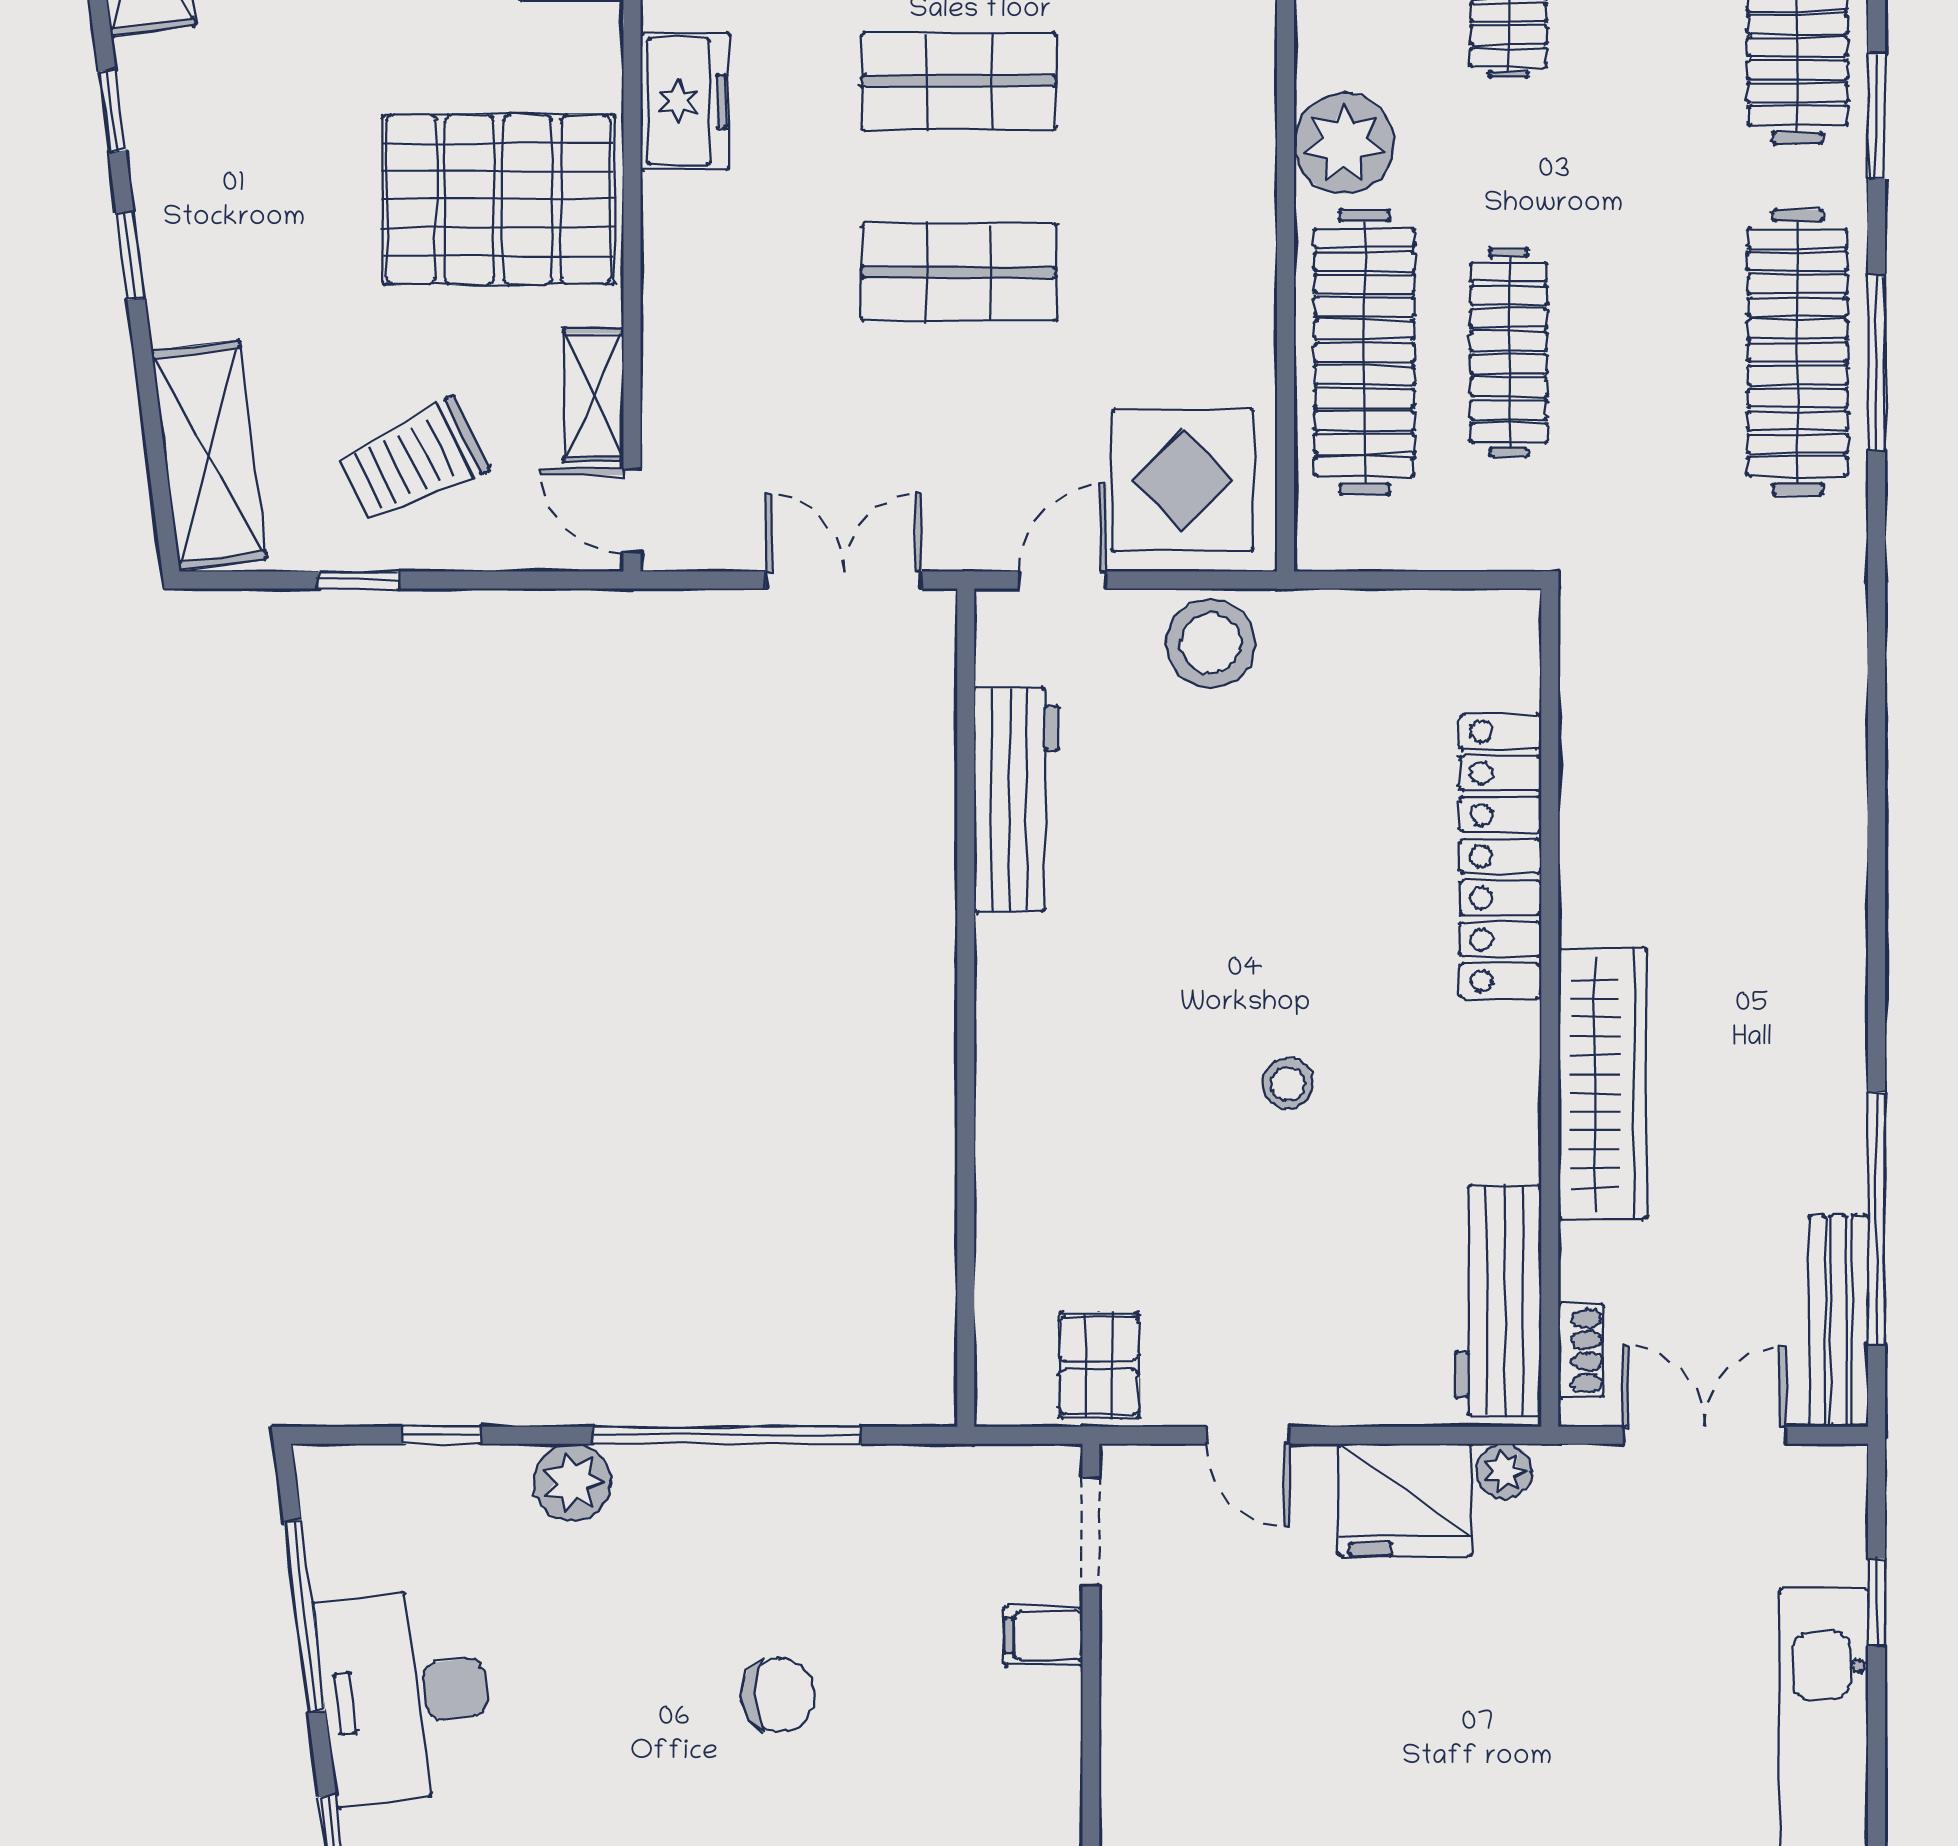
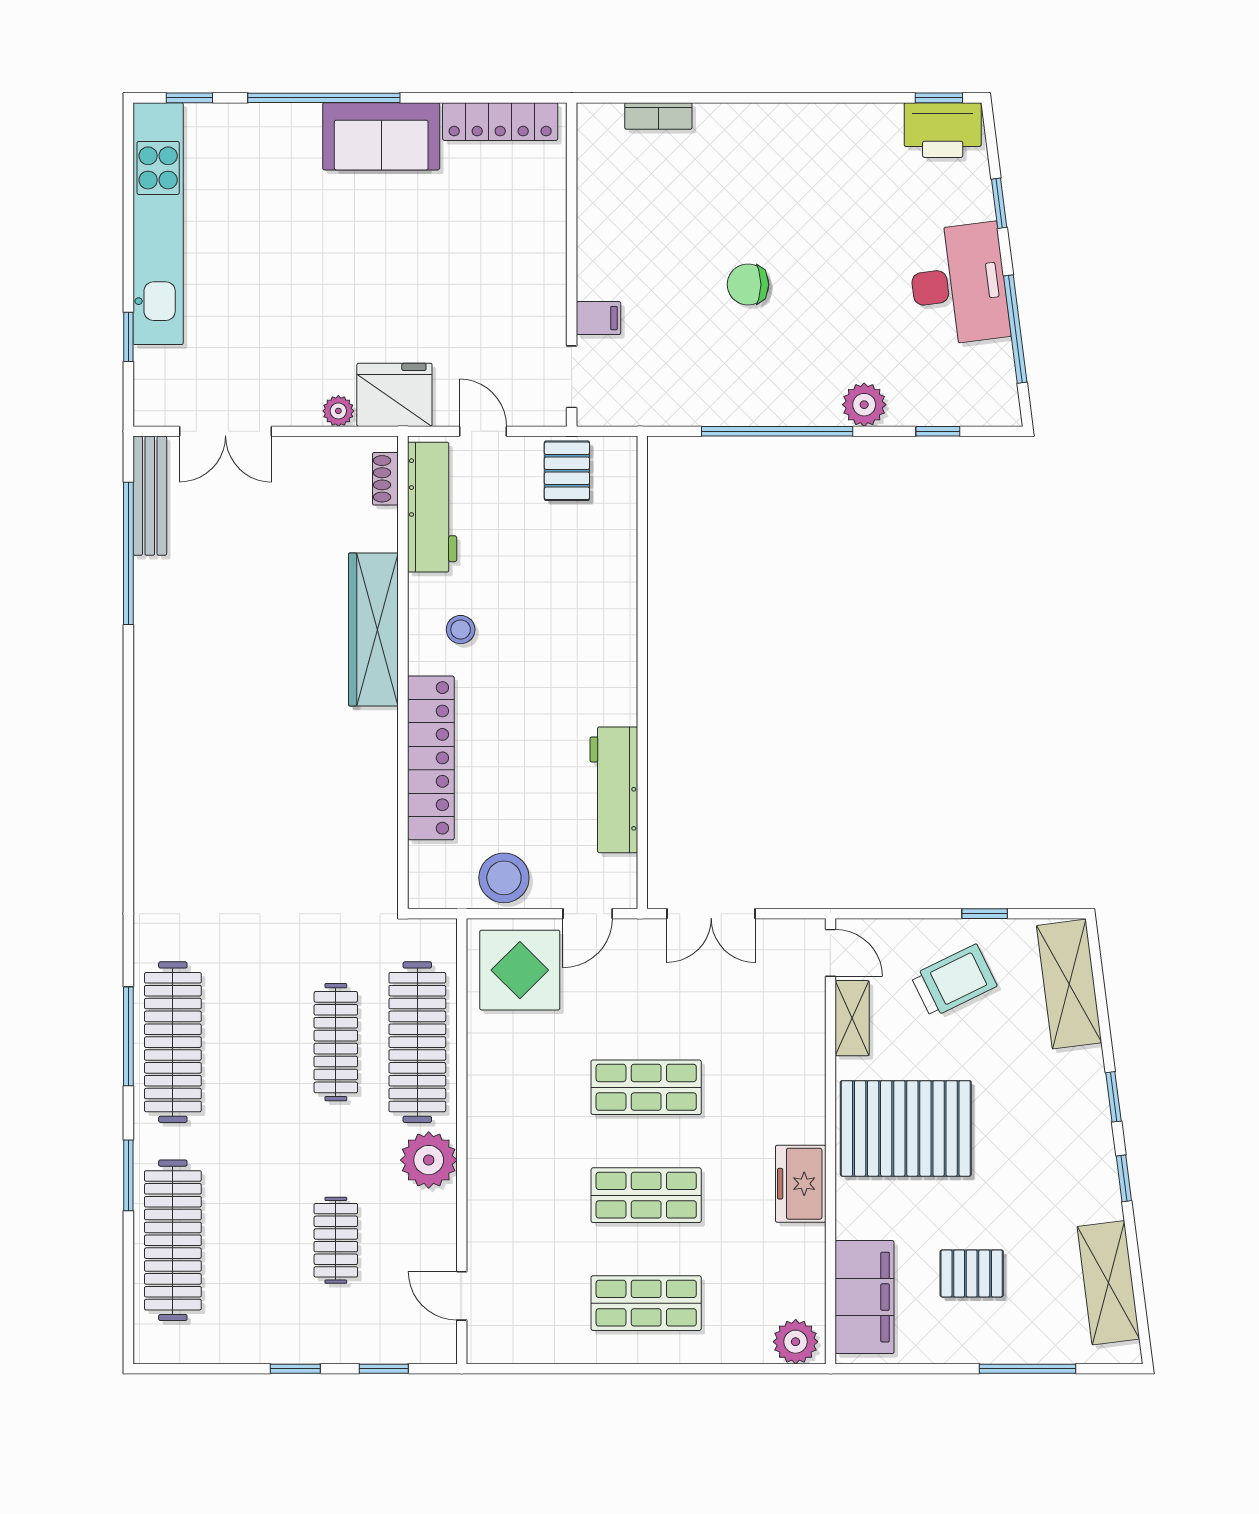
locker: (1500, 856) -> (431, 758), moved
wall: (1550, 1008) -> (403, 672), moved
wardrobe: (1602, 1084) -> (373, 630), moved
workbench: (1498, 1301) -> (432, 507), moved
shoe rack: (1581, 1351) -> (385, 479), moved

